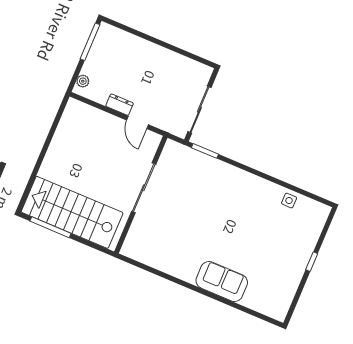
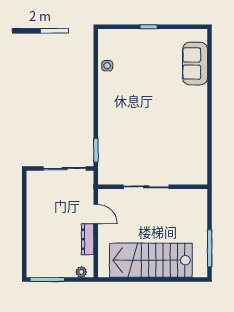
dresser: (120, 105) -> (88, 239), width x1.44
door: (137, 122) -> (96, 214), hinge flipped
stairs: (72, 212) -> (151, 260), moved, turned 90
sofa: (222, 281) -> (195, 64), moved

